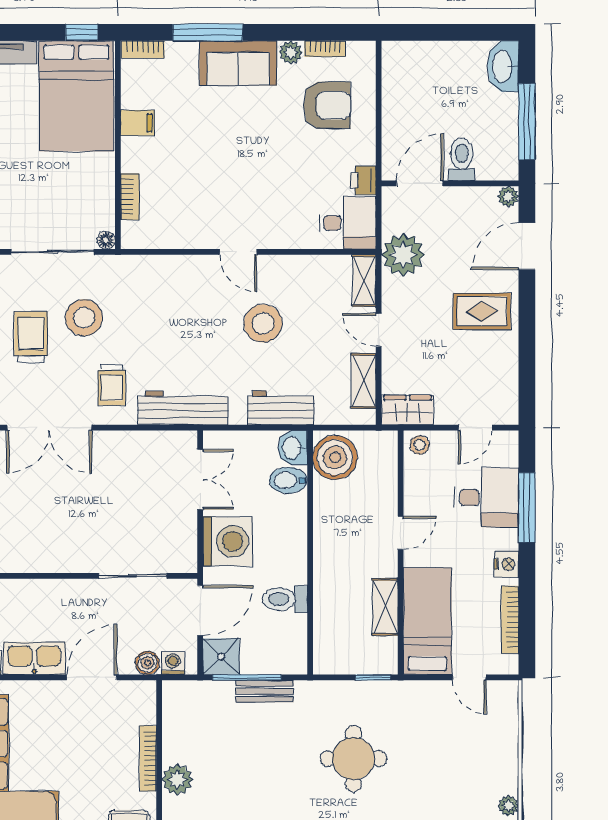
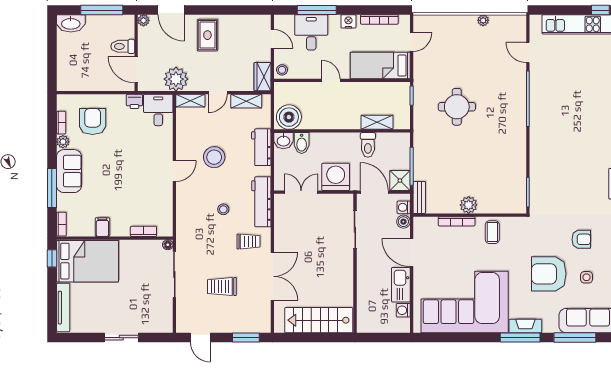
stool: (84, 318) -> (223, 209), moved, width x0.53, depth x0.53
shelving: (385, 607) -> (377, 122), moved
bench: (265, 691) -> (419, 197), moved

